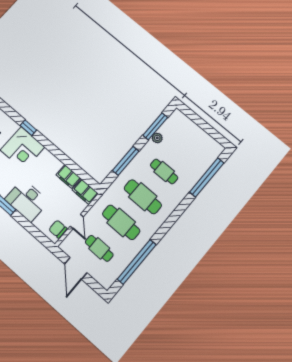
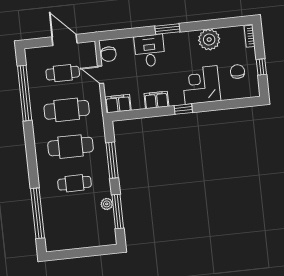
window: (28, 128) -> (183, 109), moved
filing cabinet: (68, 177) -> (156, 100), moved
desk: (27, 200) -> (150, 51), width x0.73
chair: (58, 229) -> (109, 54), turned 90

